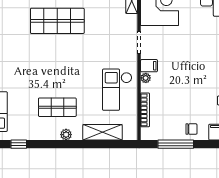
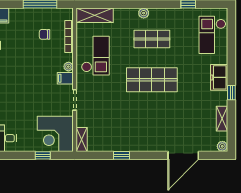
shop shelf: (57, 21) -> (152, 80), moved
chair: (192, 129) -> (45, 34), moved
shelving: (103, 132) -> (95, 15), moved

